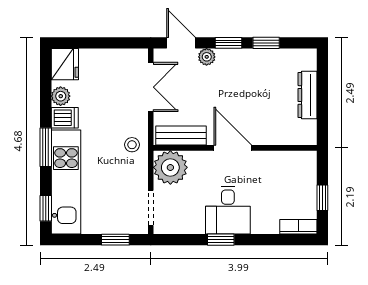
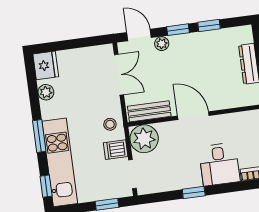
dishwasher: (65, 118) -> (116, 150), moved, turned 180
desk: (228, 210) -> (219, 164), moved

